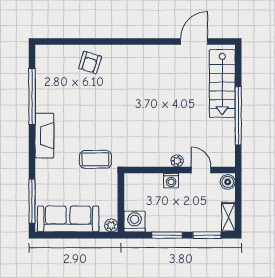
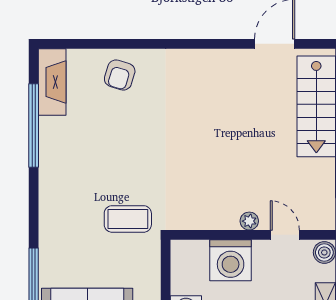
fireplace: (44, 136) -> (52, 82), moved
washing machine: (171, 181) -> (231, 260), width x1.89, depth x1.89

